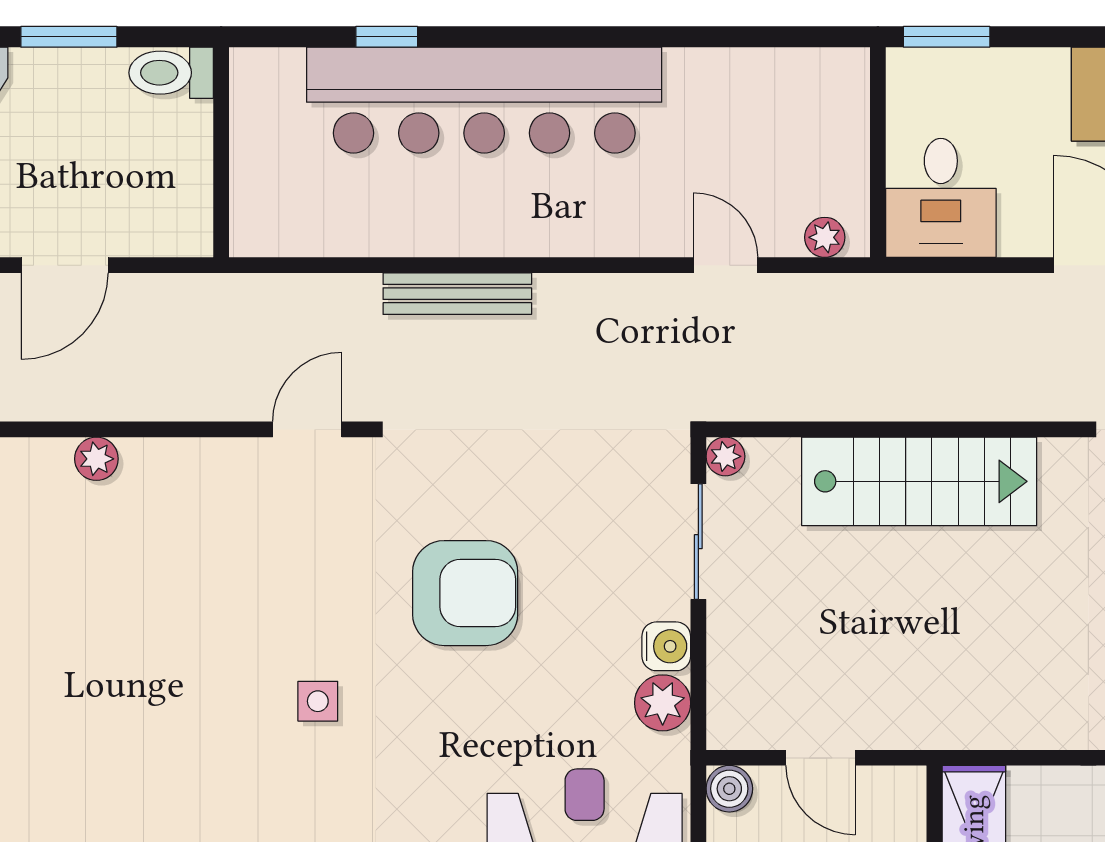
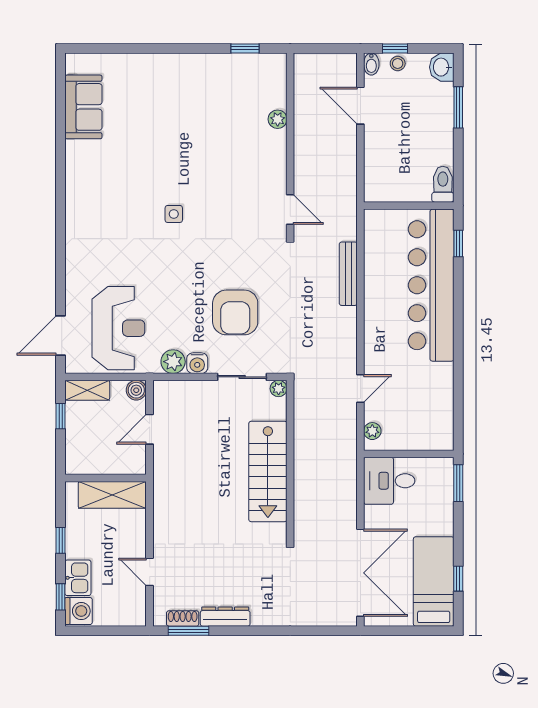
toilet: (171, 73) -> (443, 184), moved
wall: (221, 152) -> (409, 206), moved
armchair: (465, 593) -> (235, 312), moved

